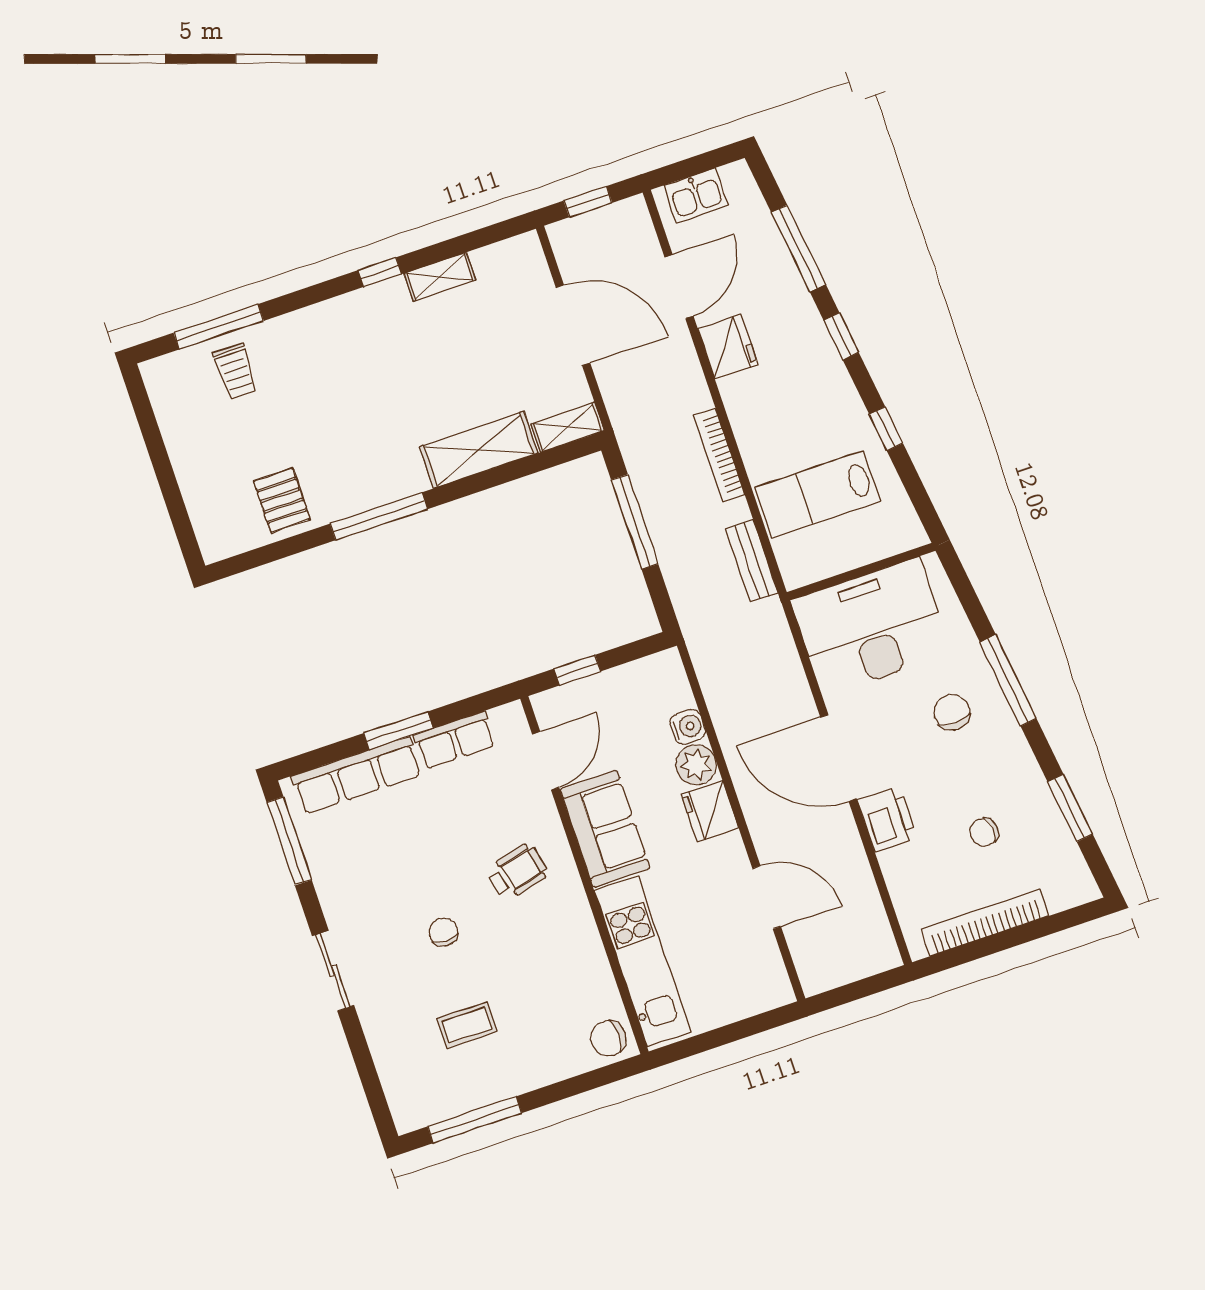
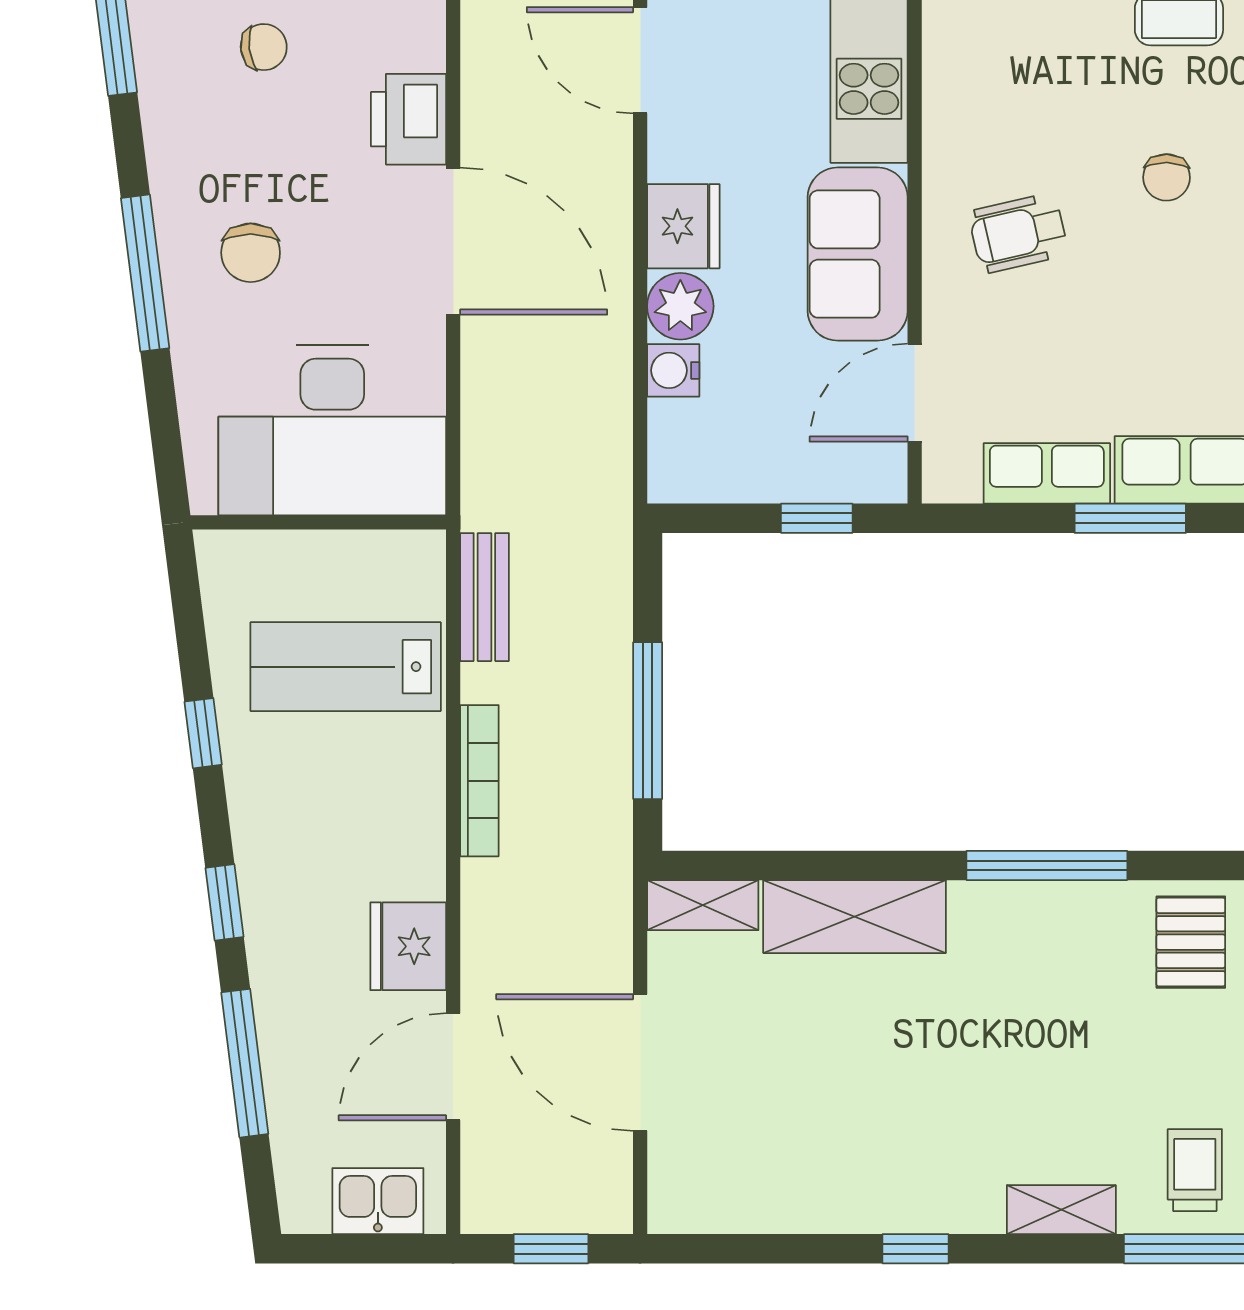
shelving: (440, 277) -> (1061, 1210), moved
lab bench: (818, 494) -> (346, 667), turned 180

